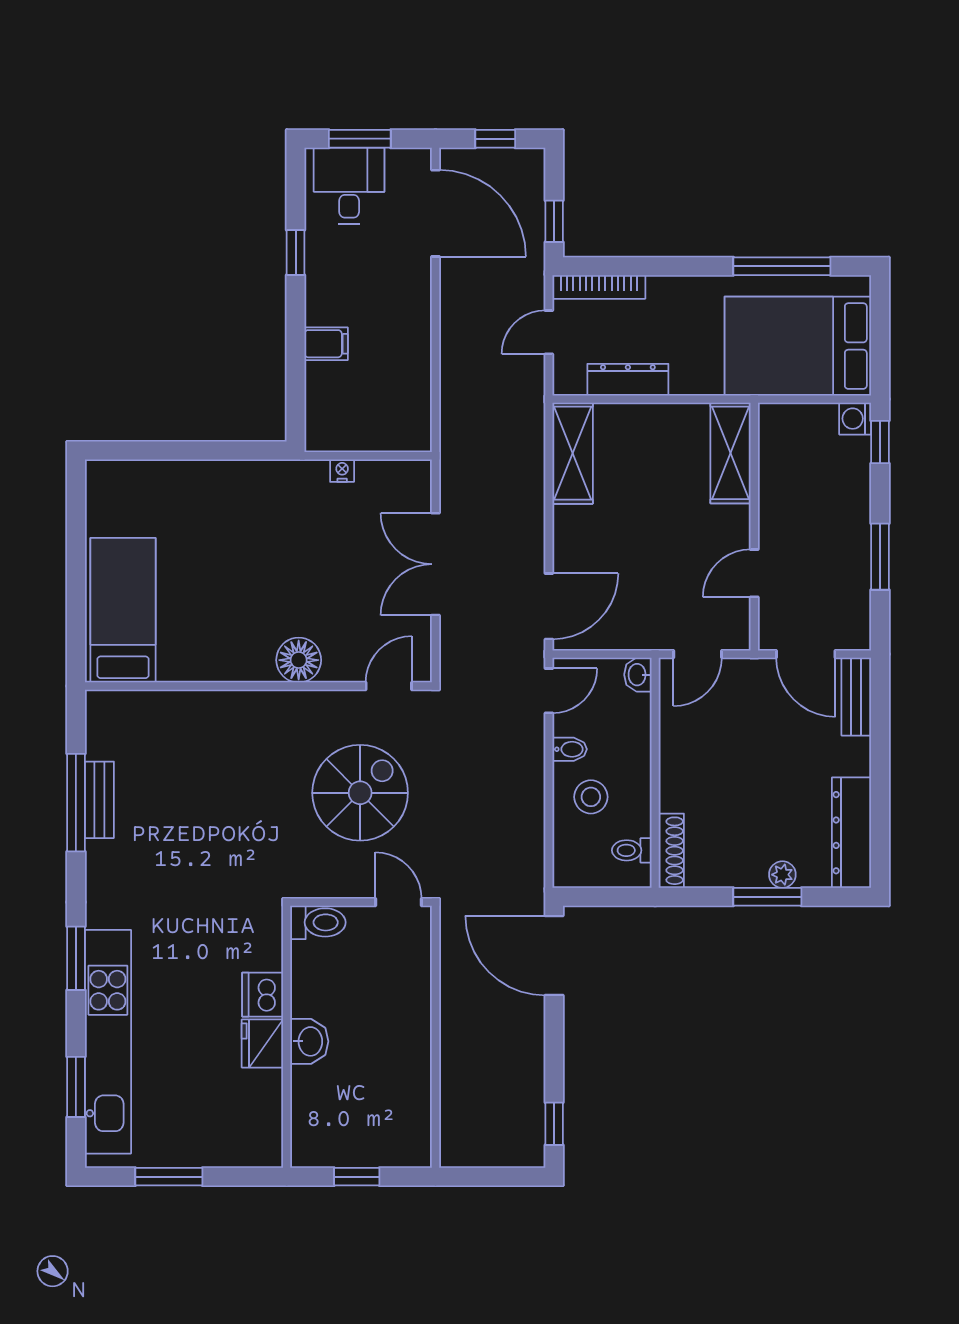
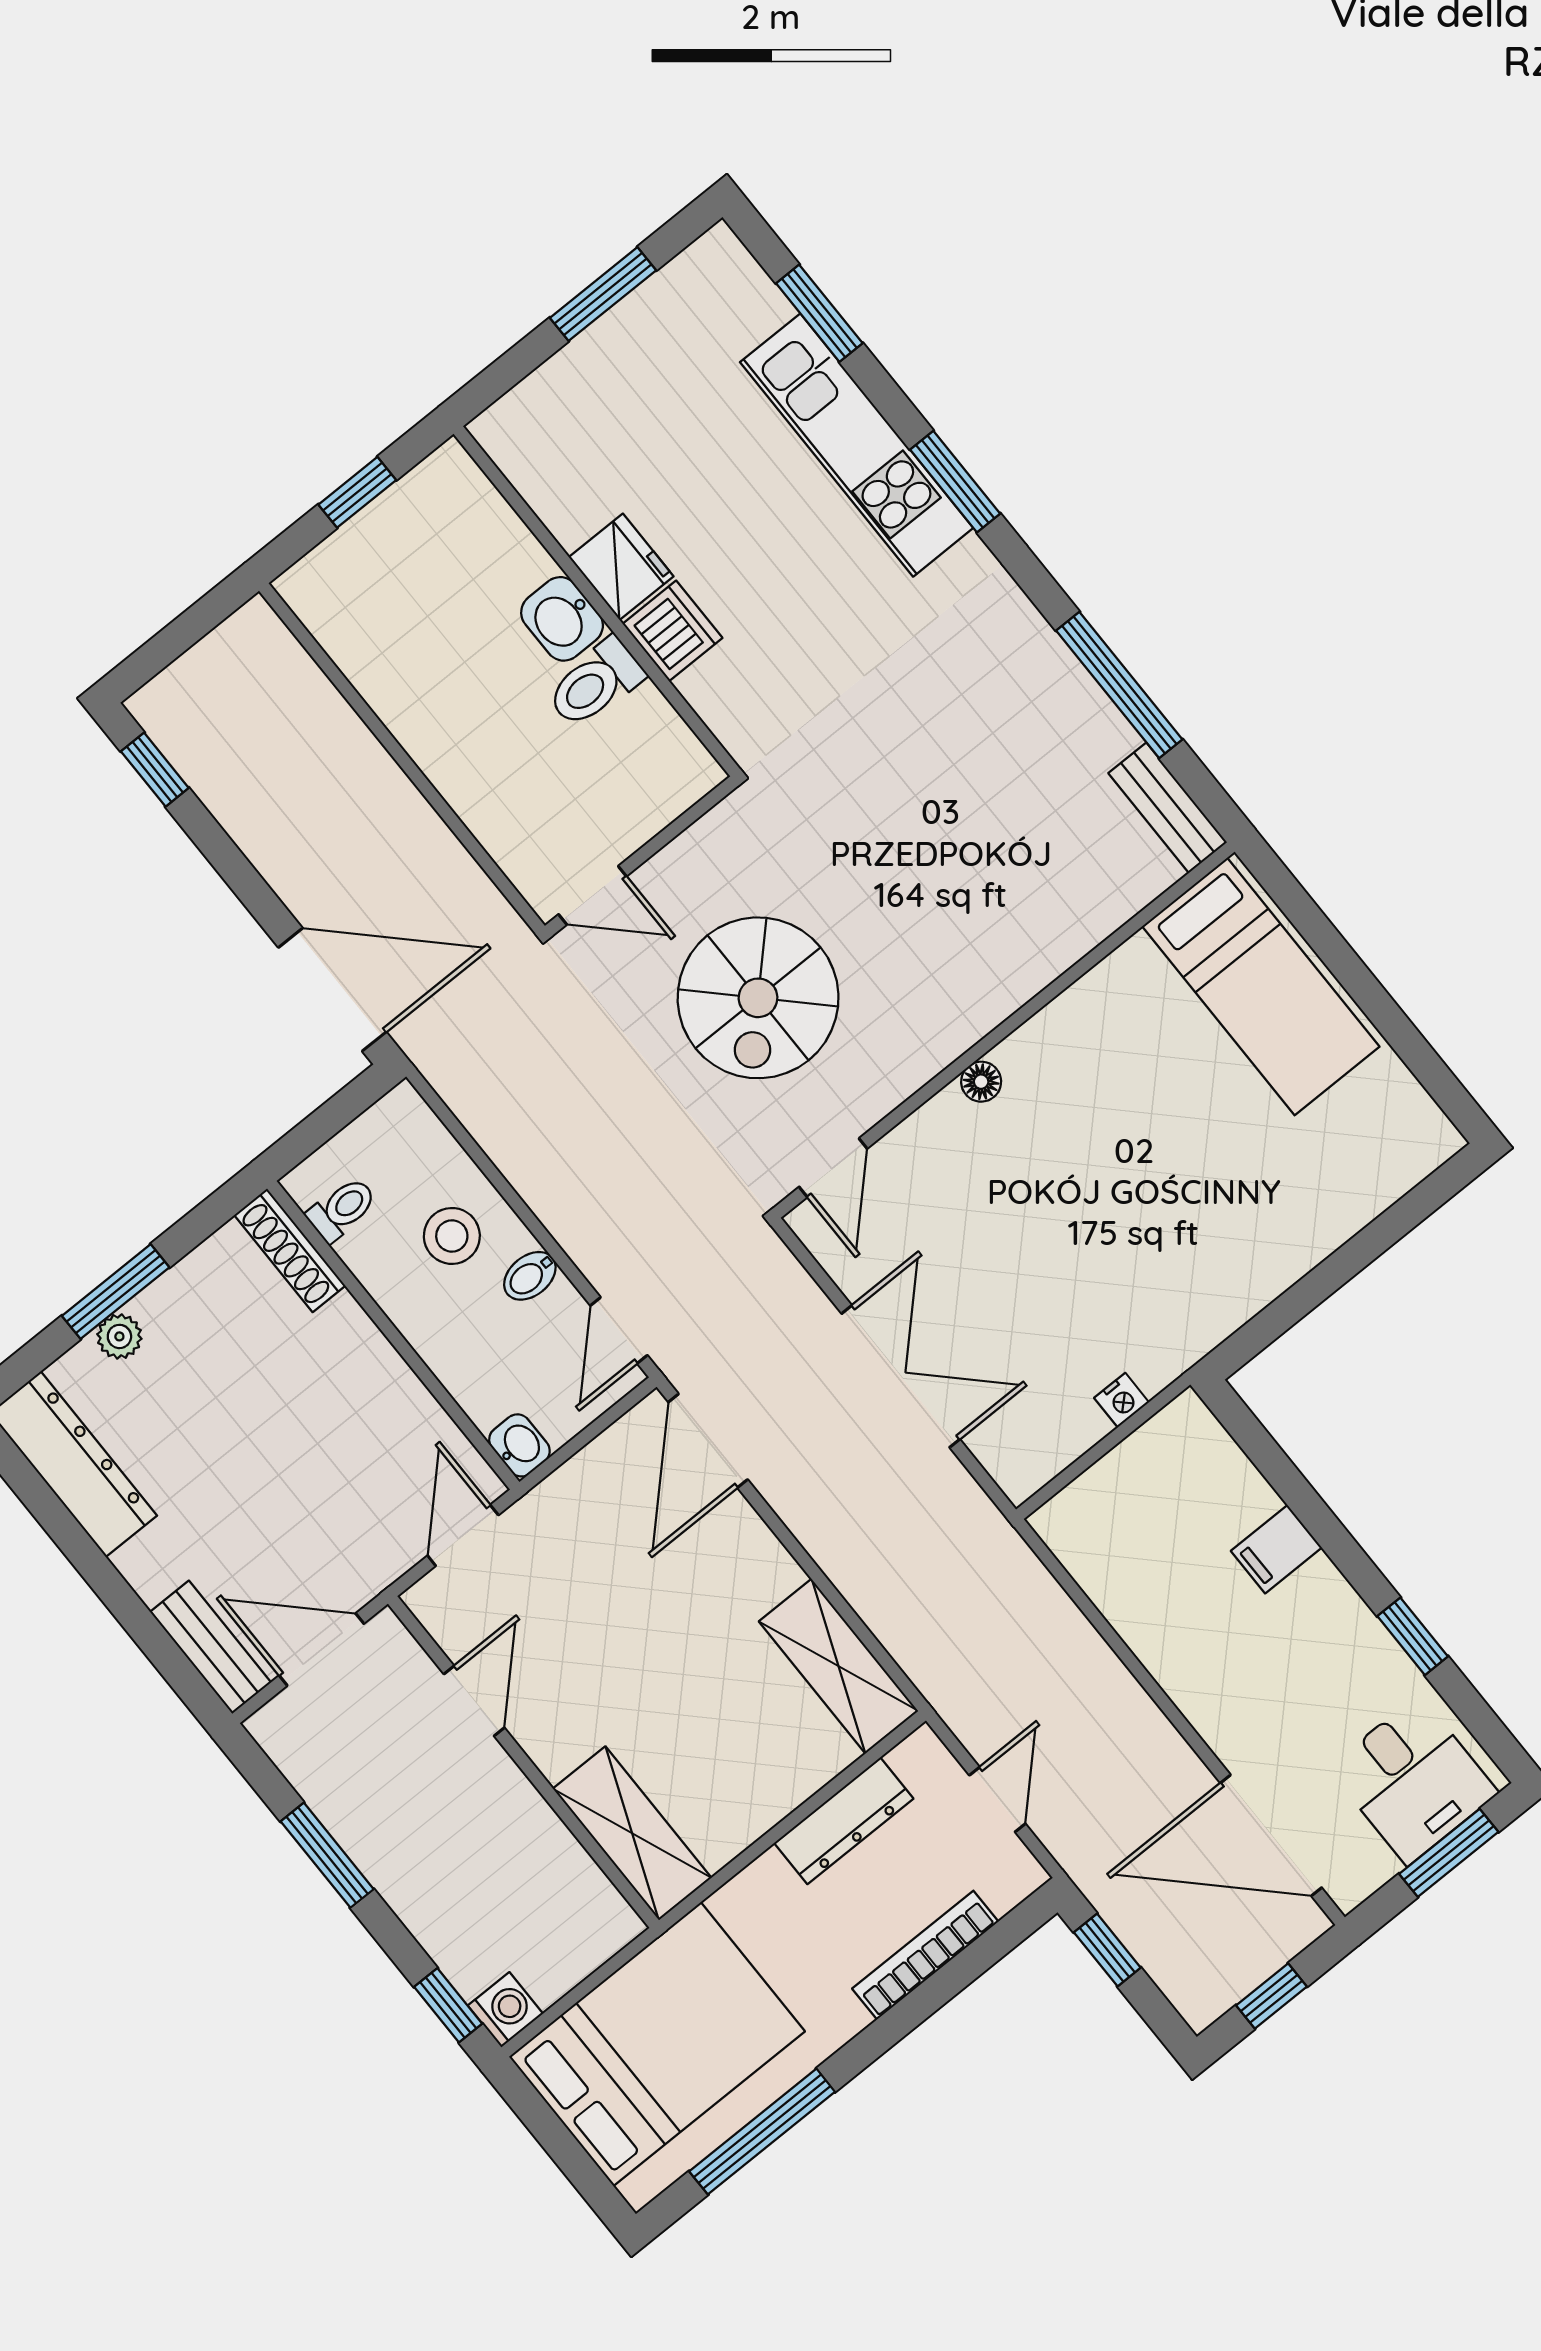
bookcase: (599, 287) -> (925, 1955), moved
floor lamp: (299, 660) -> (981, 1082), width x0.53, depth x0.53
bench: (99, 800) -> (1168, 808), moved
toilet: (318, 922) -> (595, 683), moved
kitchen unit: (108, 1042) -> (857, 445), width x0.73

